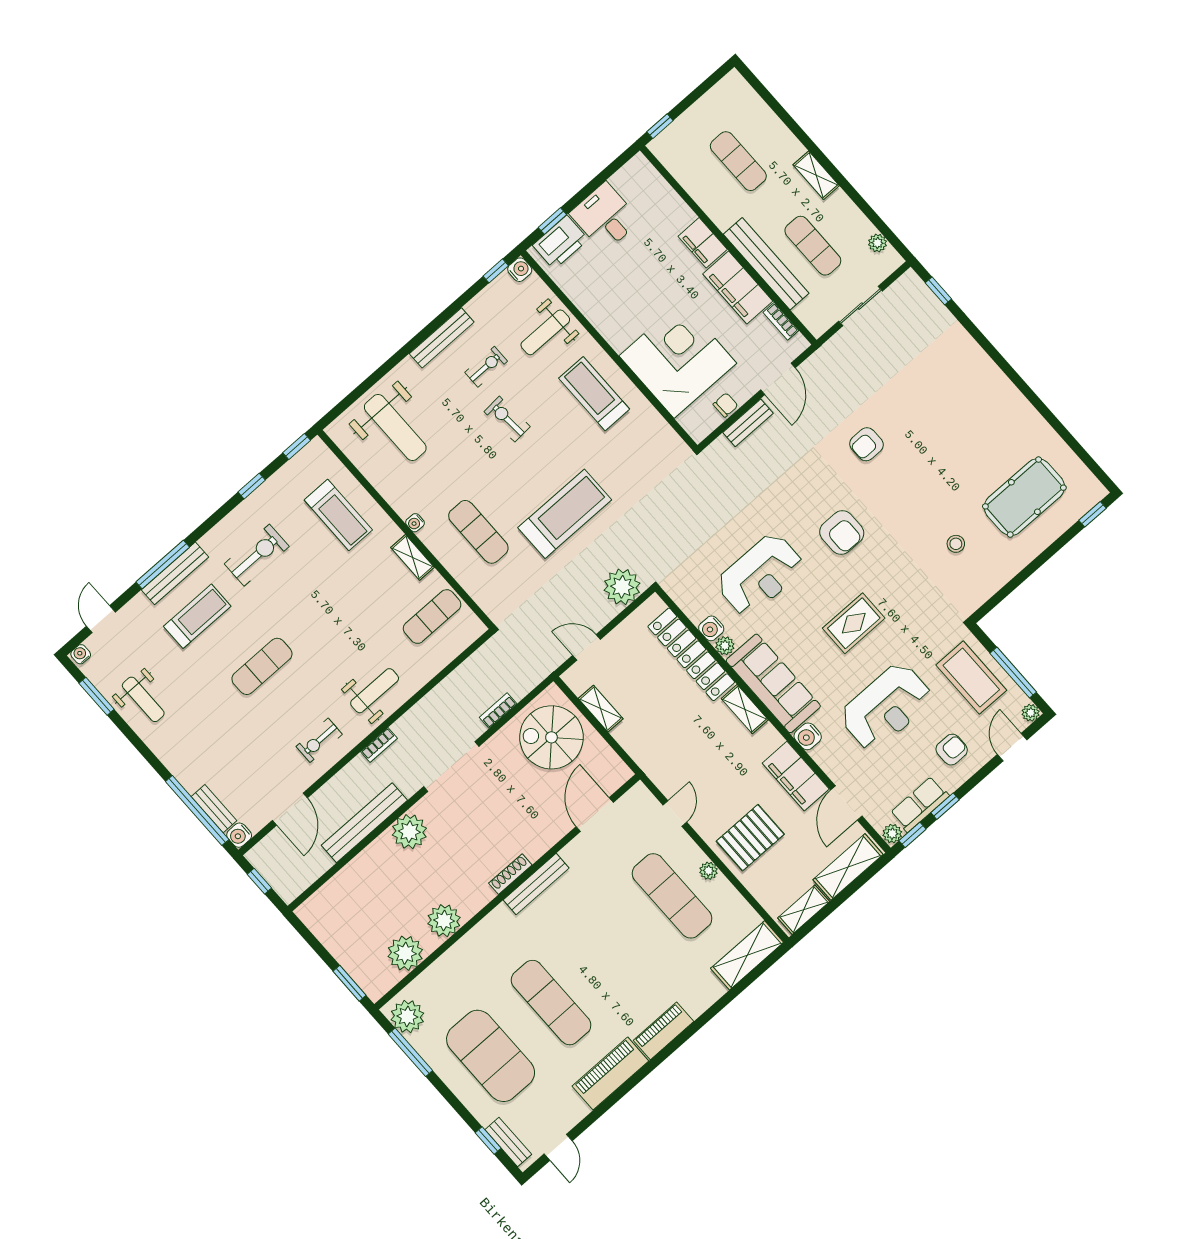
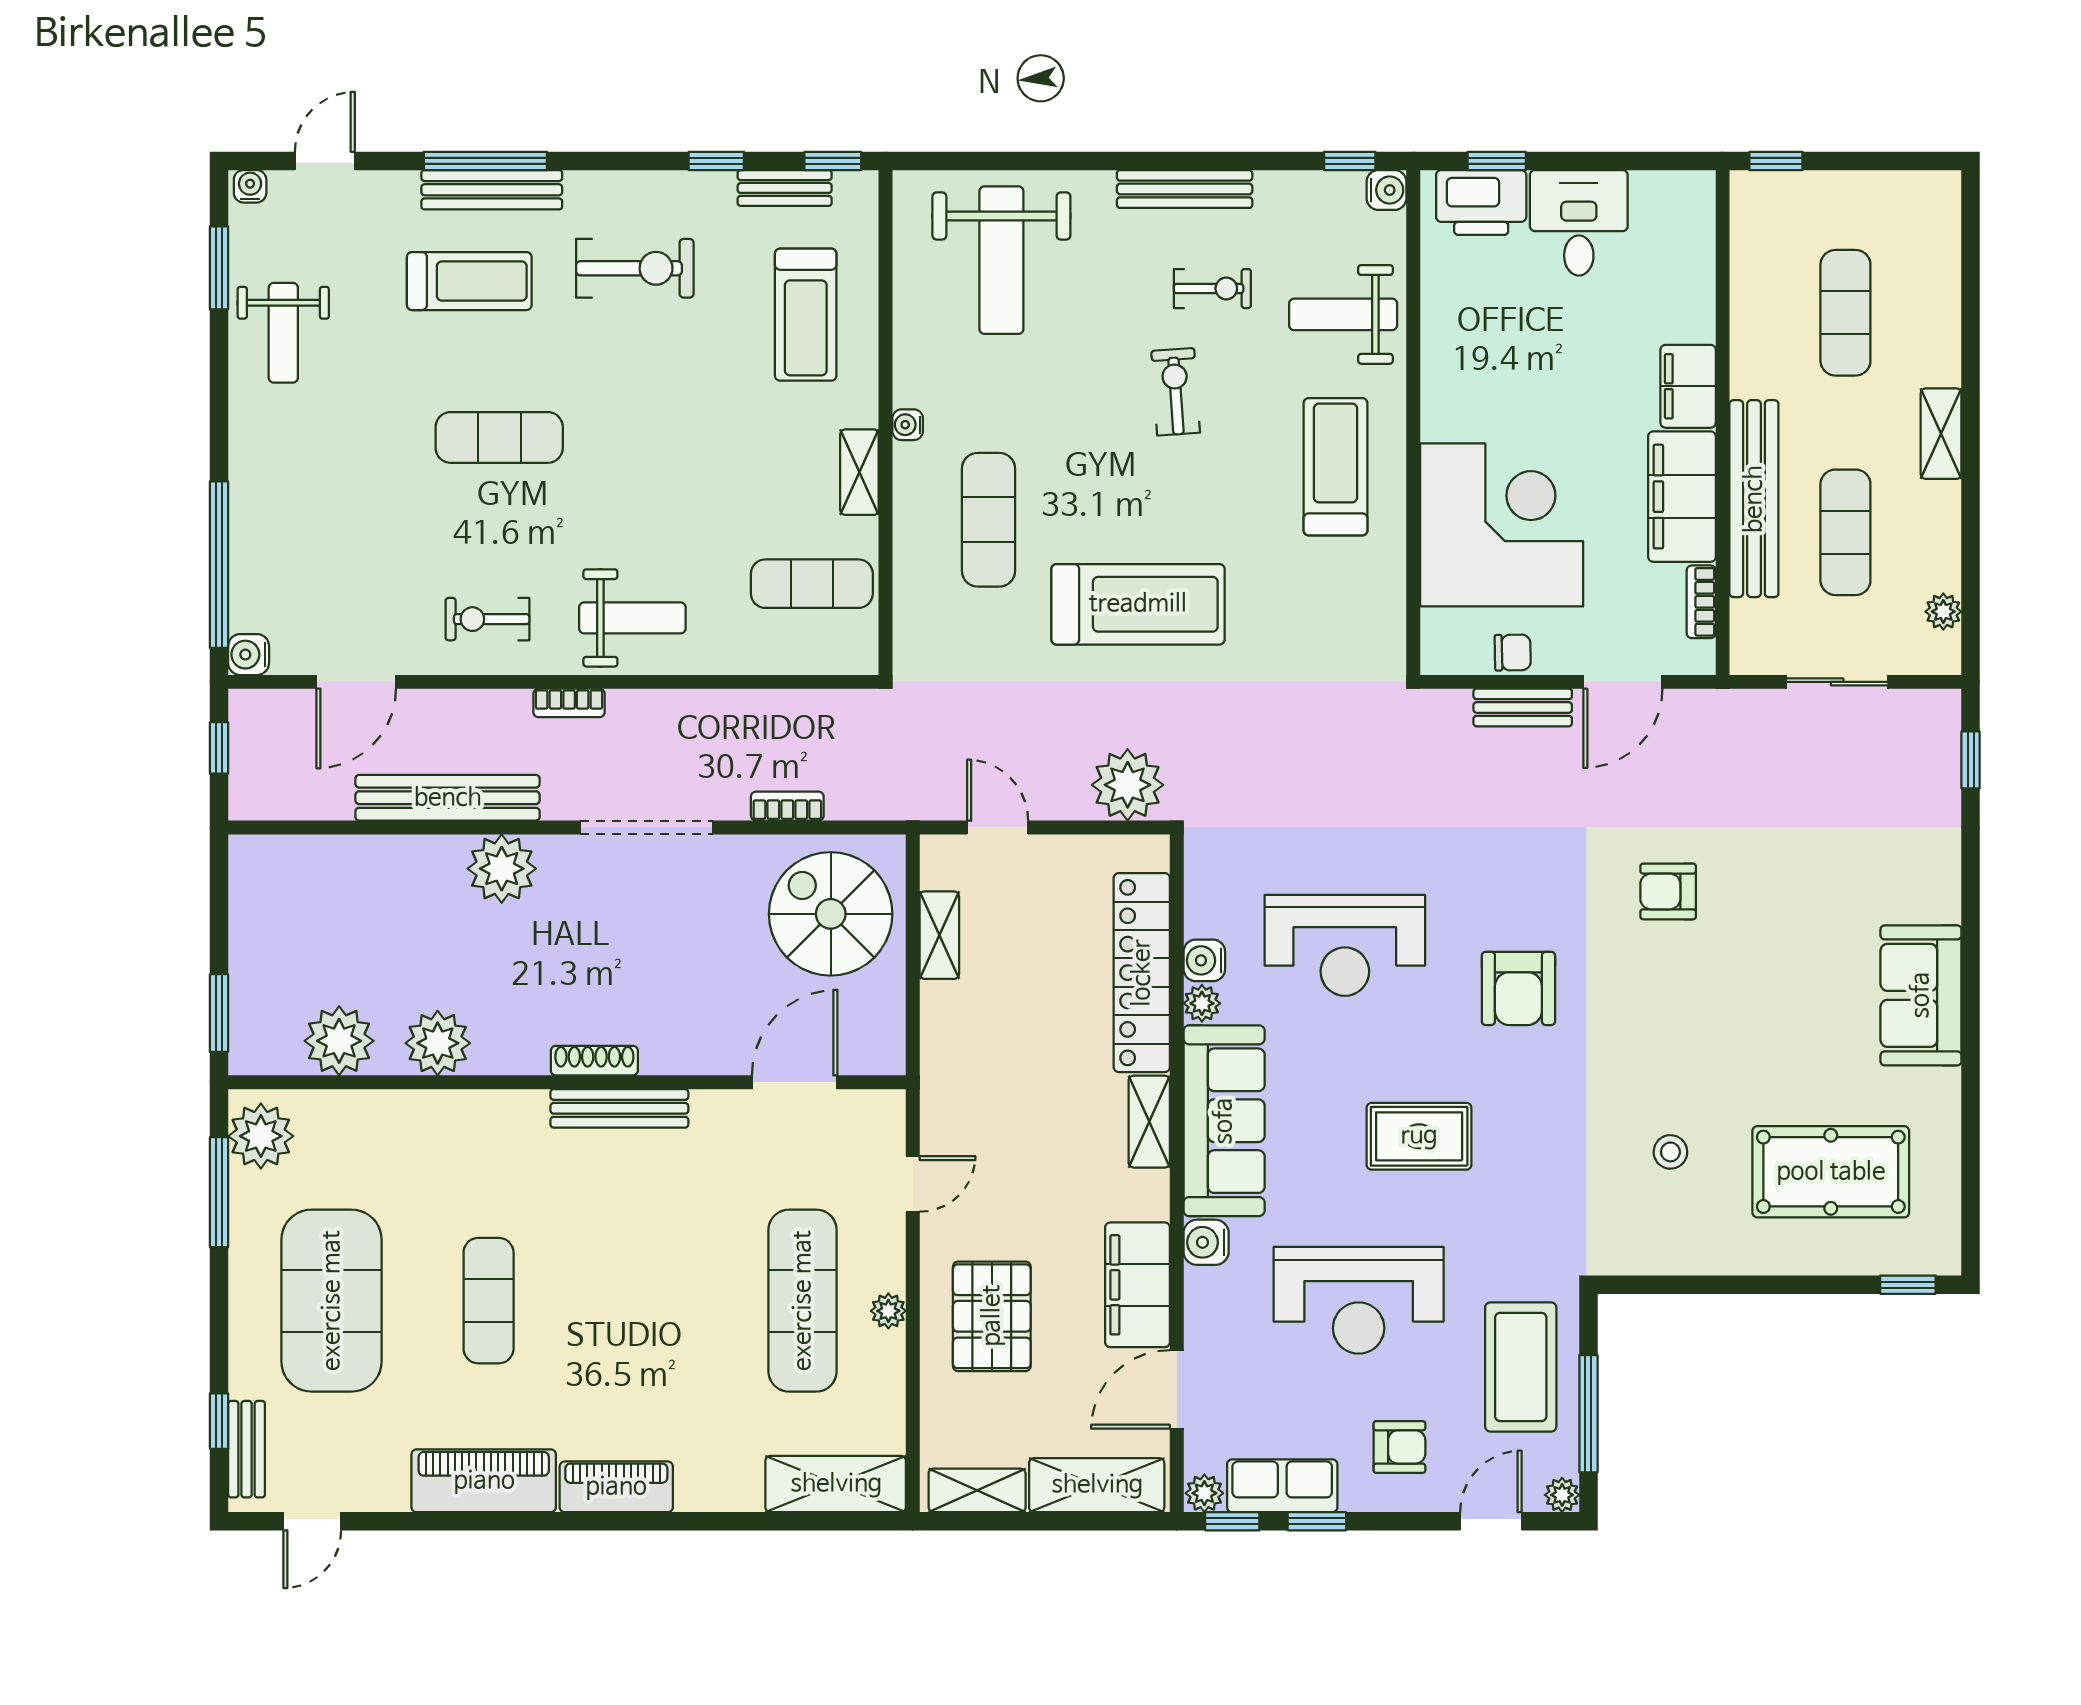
sofa: (999, 398) -> (1921, 995), added
bench: (214, 809) -> (785, 188), moved, turned 90
pallet: (750, 838) -> (992, 1316), turned 90
exercise mat: (551, 1003) -> (489, 1301), width x0.73, depth x0.69

